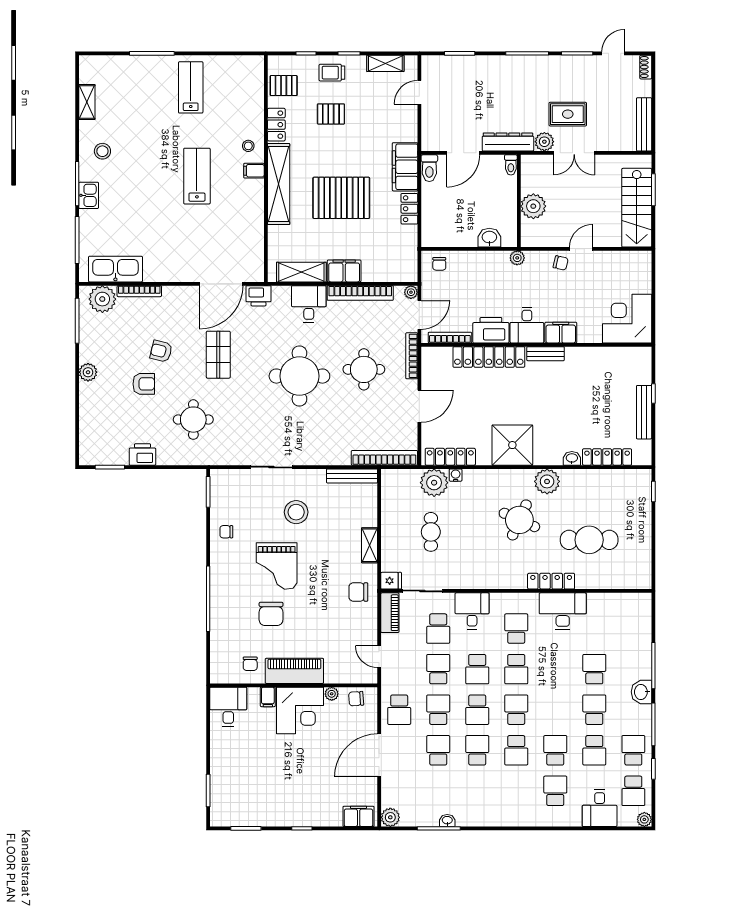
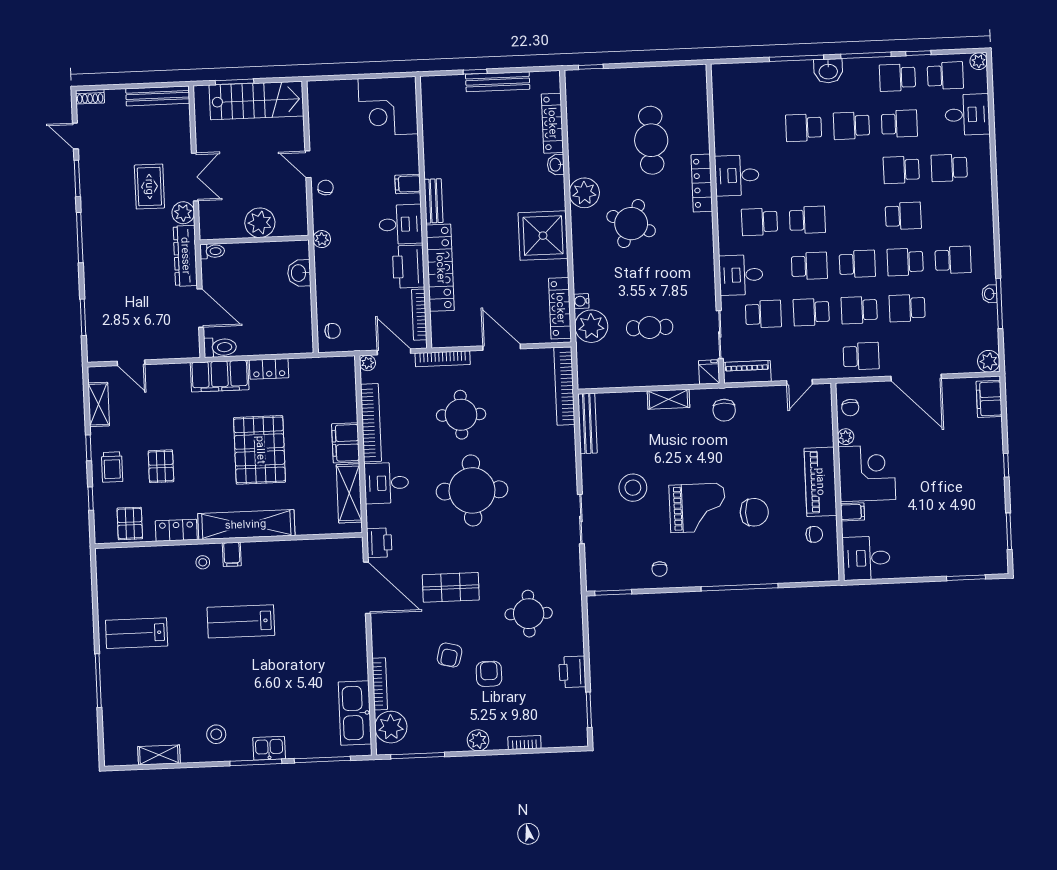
filing cabinet: (561, 333) -> (408, 184), width x0.50
bookcase: (84, 411) -> (524, 743), added
desk: (563, 611) -> (737, 175), width x0.73
school desk: (516, 710) -> (953, 260), moved, turned 180

